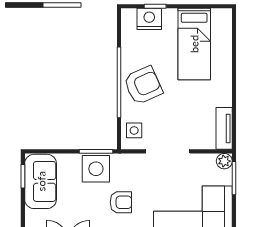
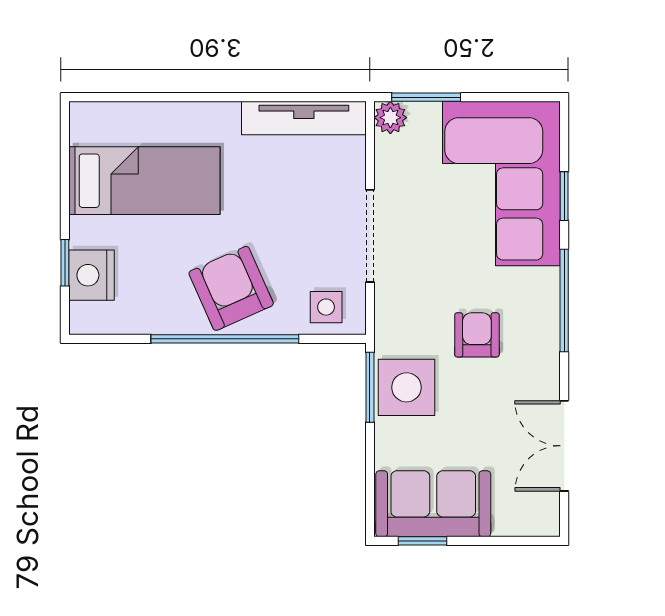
tv unit: (224, 128) -> (304, 118), width x1.41

